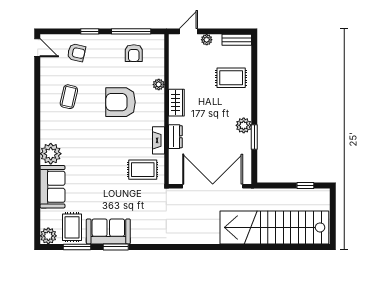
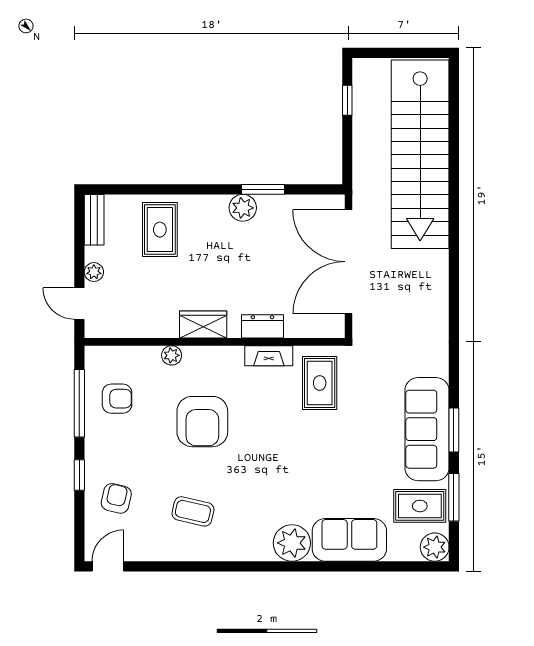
sofa: (108, 231) -> (427, 429), width x1.36

